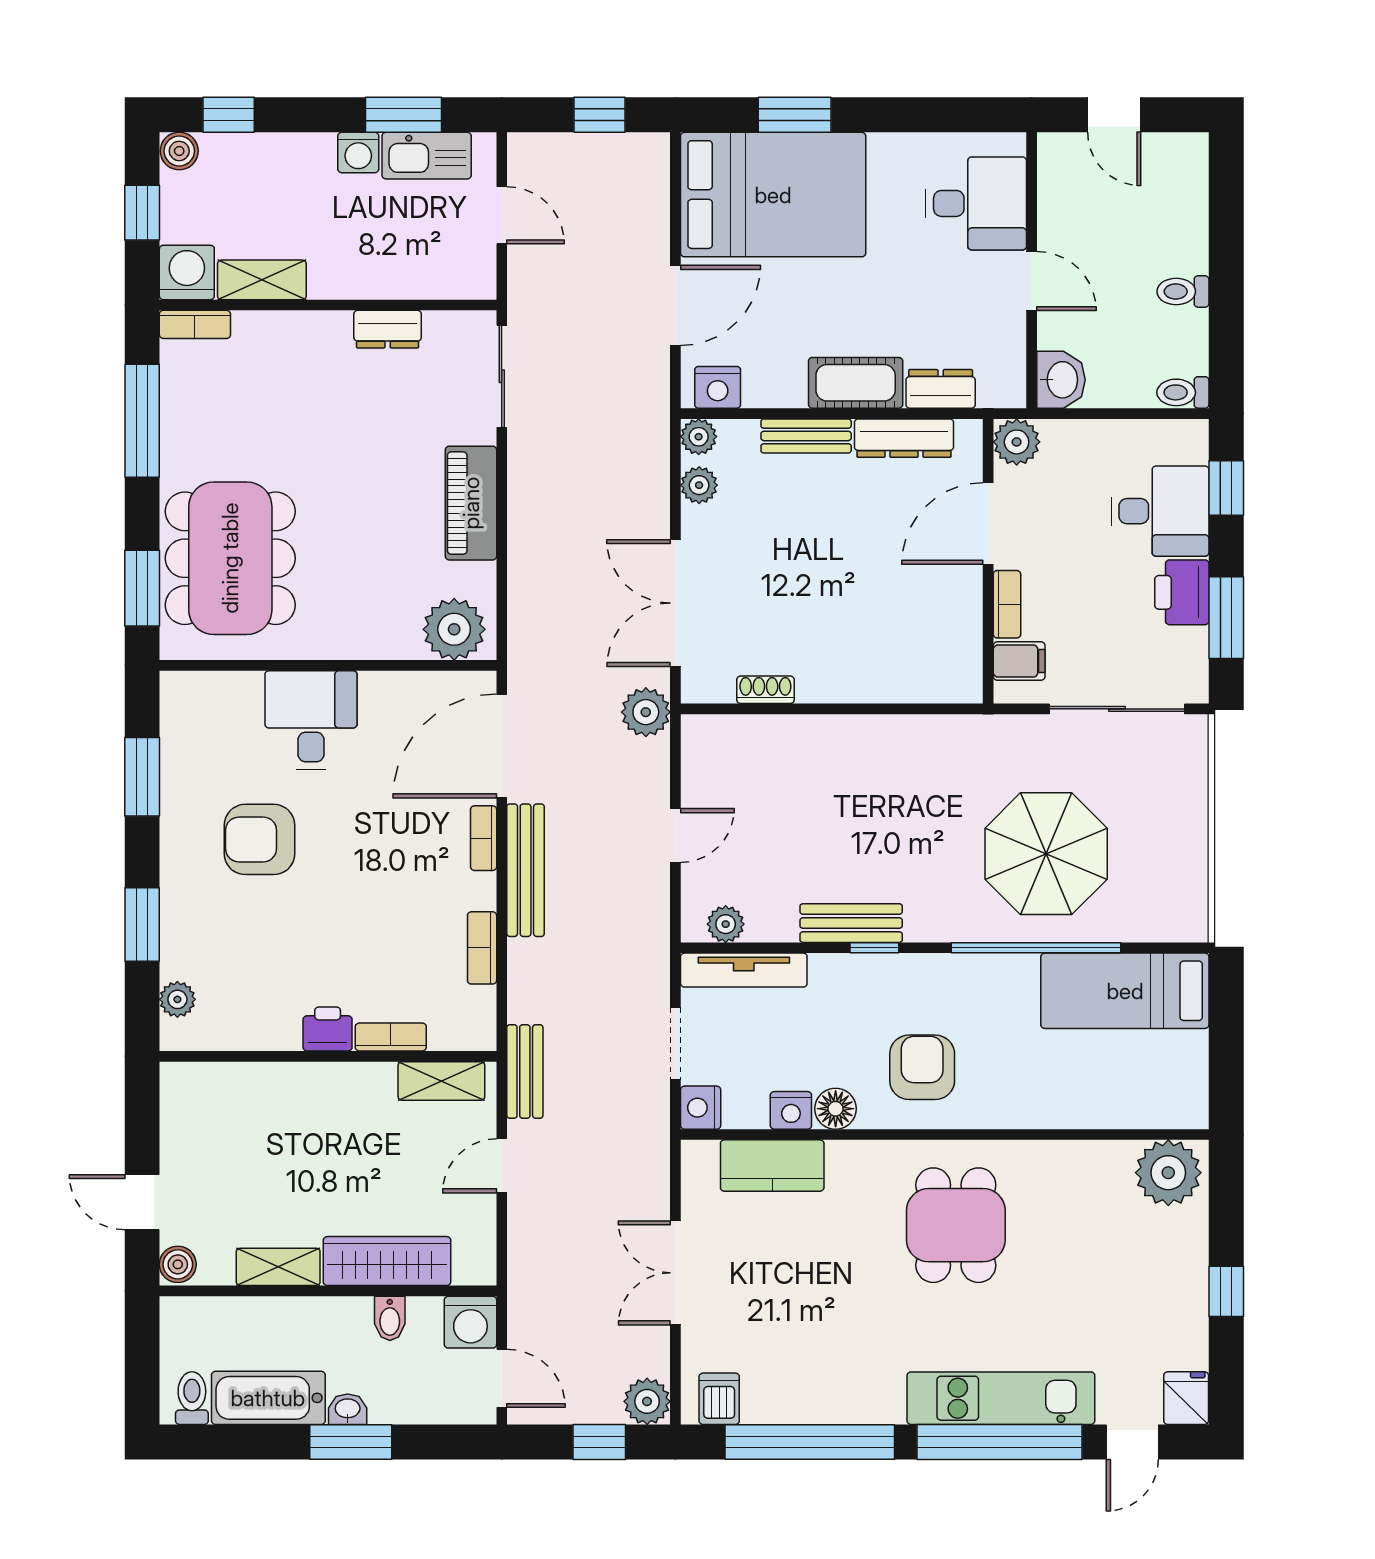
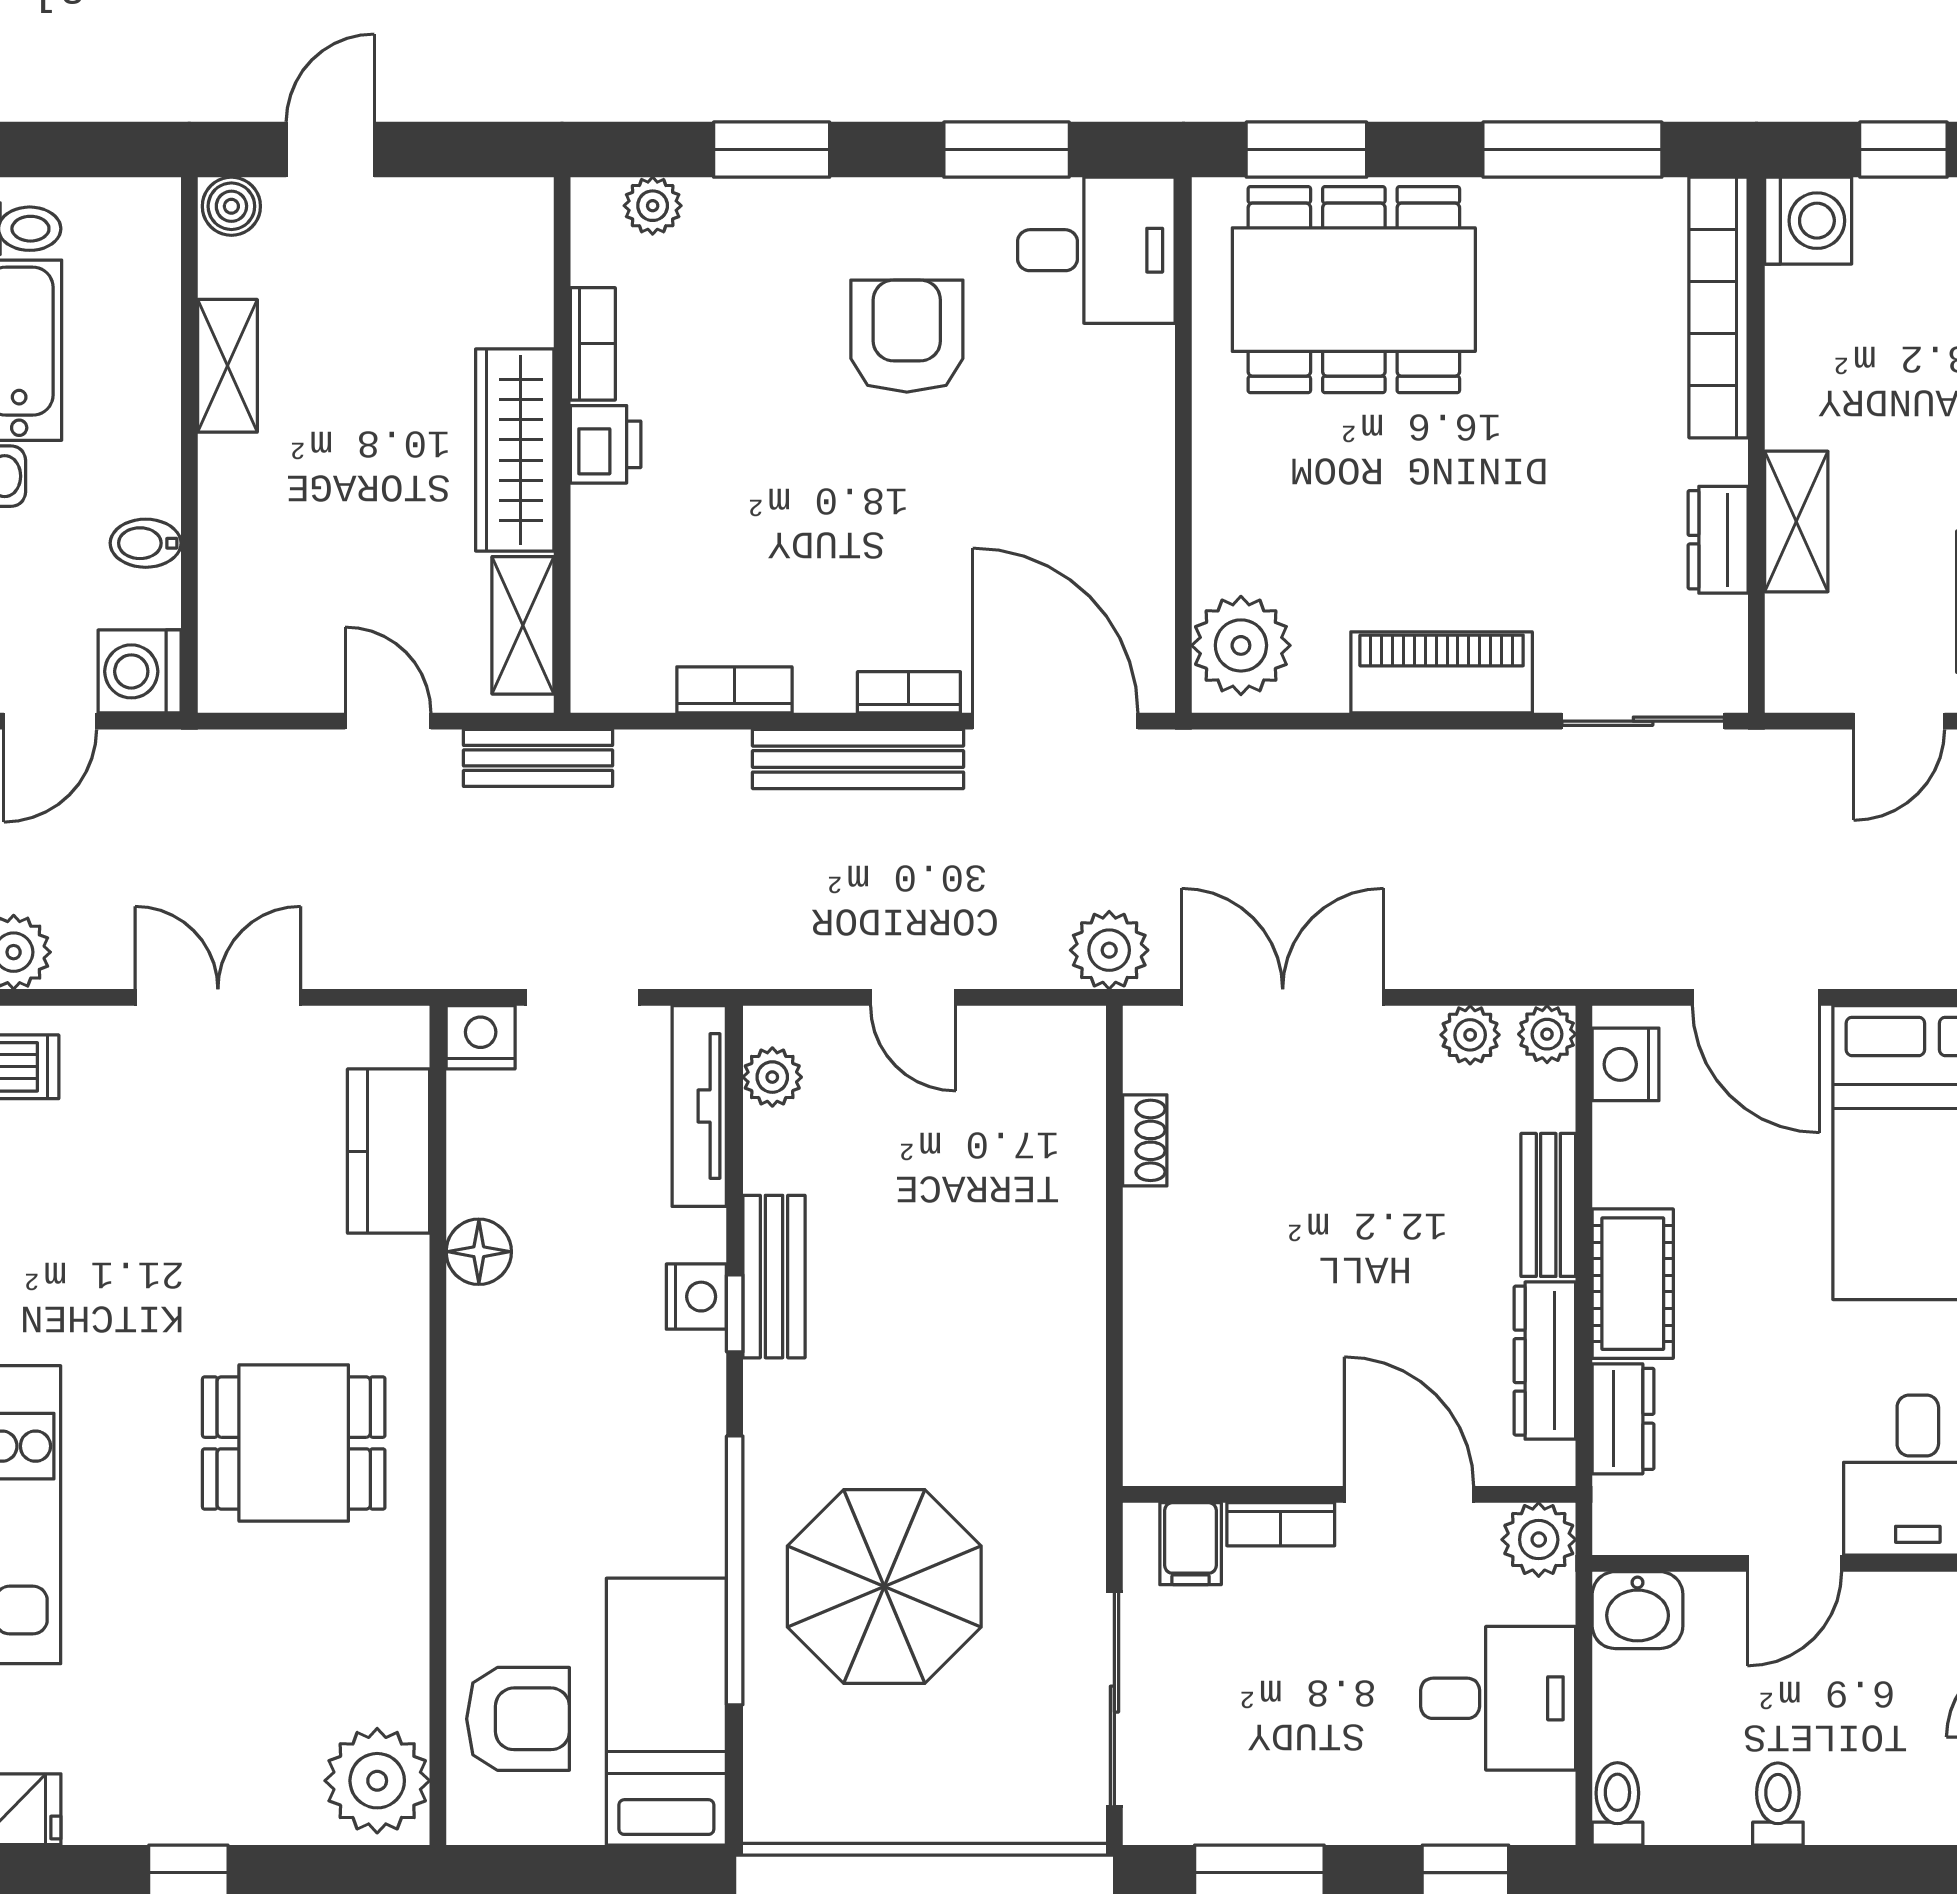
shelving: (262, 280) -> (1796, 522), moved
bookcase: (195, 324) -> (1719, 308), width x2.31, depth x1.31
desk: (1160, 511) -> (1498, 1698), moved, turned -90
printer: (1182, 592) -> (1300, 1802), removed
desk: (311, 720) -> (1096, 250), moved
bookcase: (391, 1037) -> (593, 344), moved
armchair: (922, 1067) -> (518, 1719), moved
nightstand: (791, 1110) -> (696, 1297), moved, turned 180
wardrobe: (387, 1261) -> (515, 450), moved, turned 180

